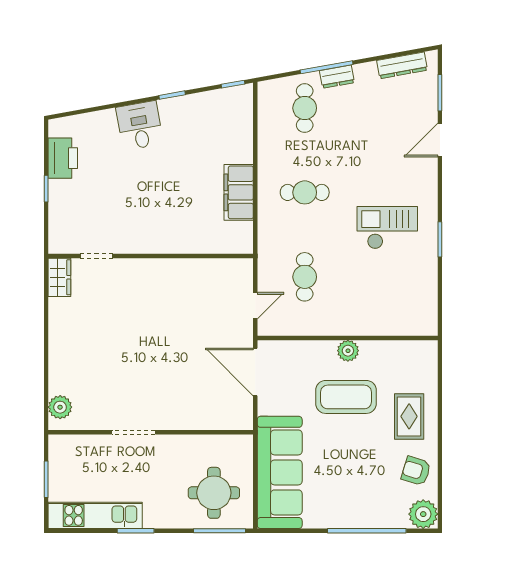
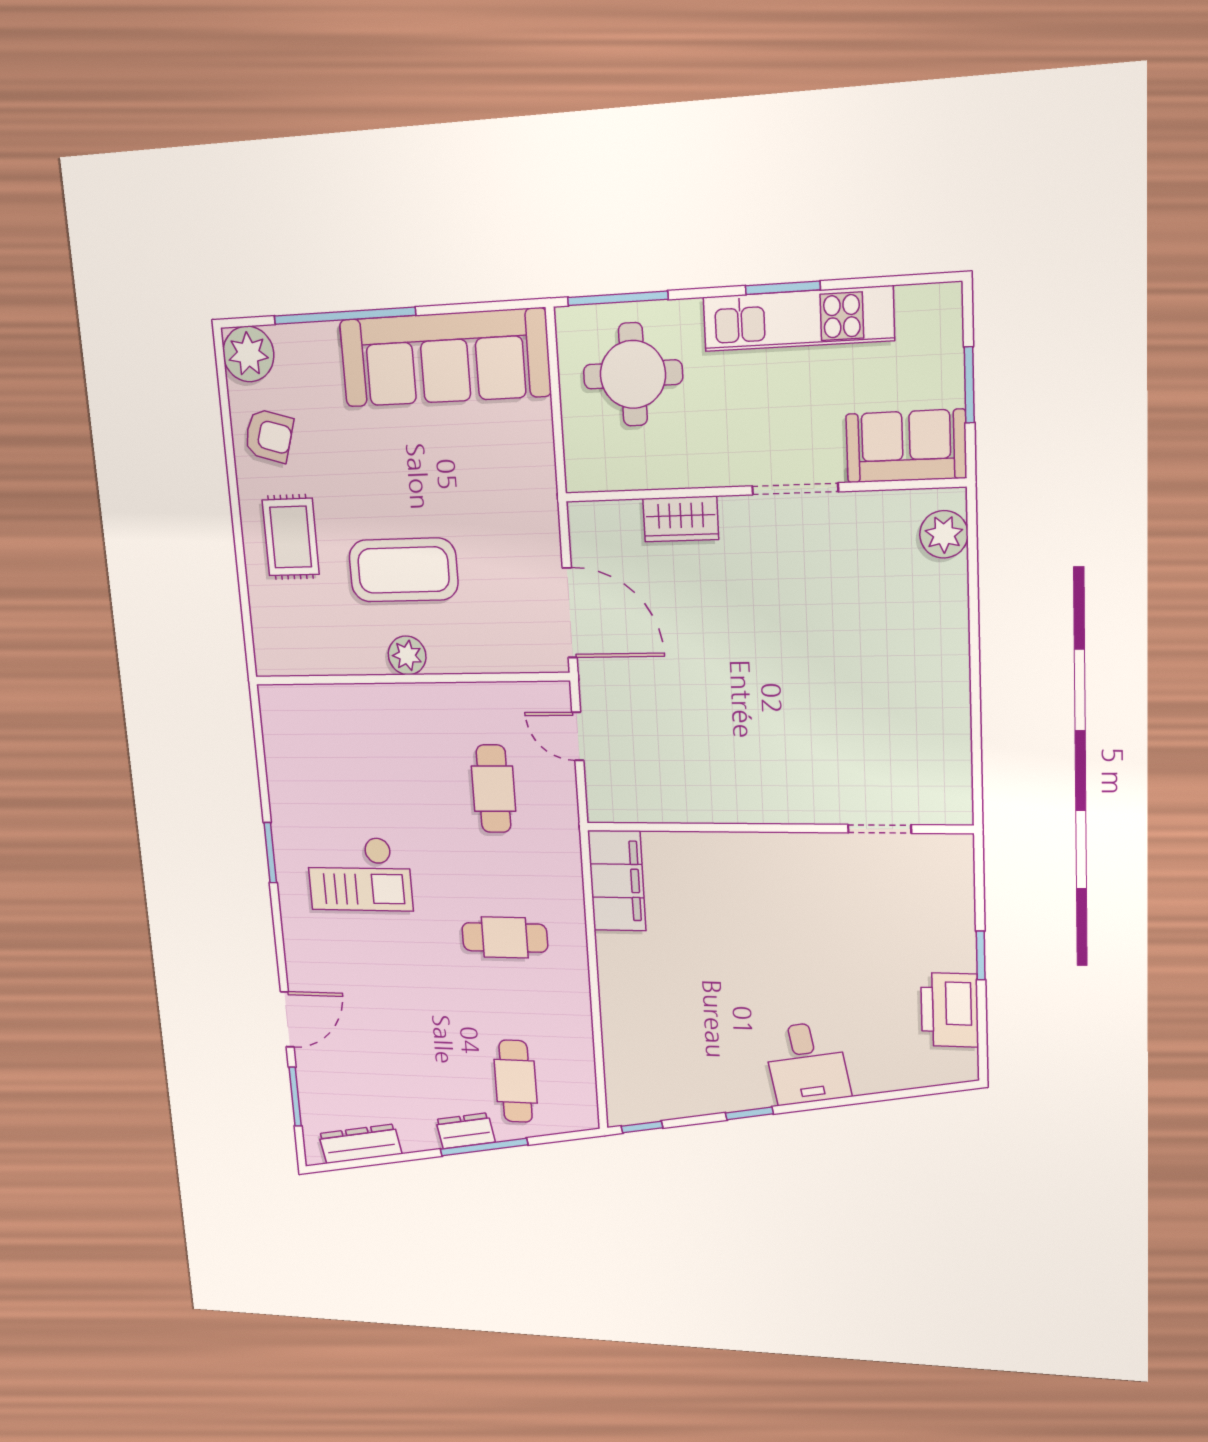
filing cabinet: (239, 192) -> (617, 881), moved
wardrobe: (59, 277) -> (681, 519), moved, turned -90
door: (255, 306) -> (578, 736), hinge flipped
sofa: (77, 451) -> (906, 446), added
sofa: (280, 472) -> (445, 358), moved, turned -90
kitchen unit: (95, 515) -> (798, 319), moved

